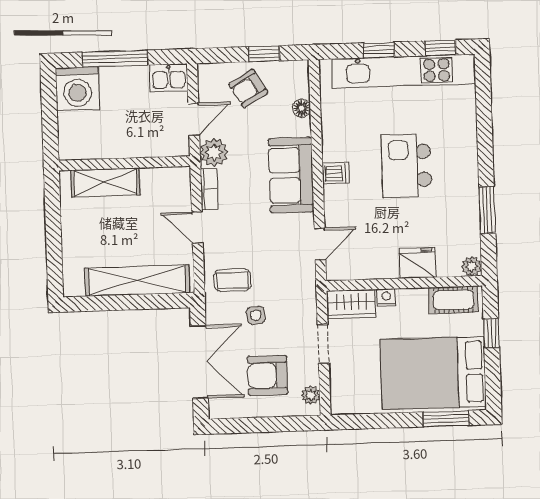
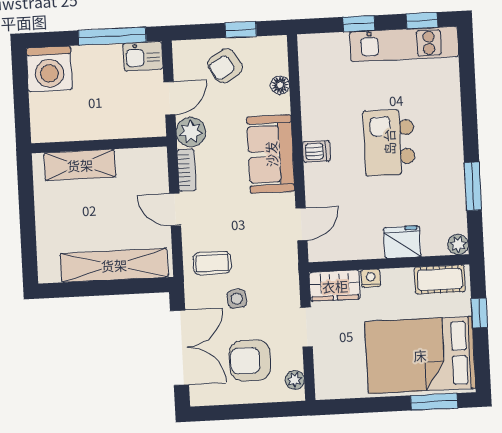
window: (115, 59) -> (112, 36), moved
kitchen unit: (404, 71) -> (404, 44), width x0.73

